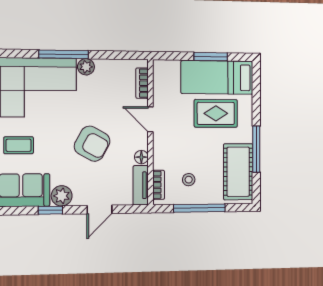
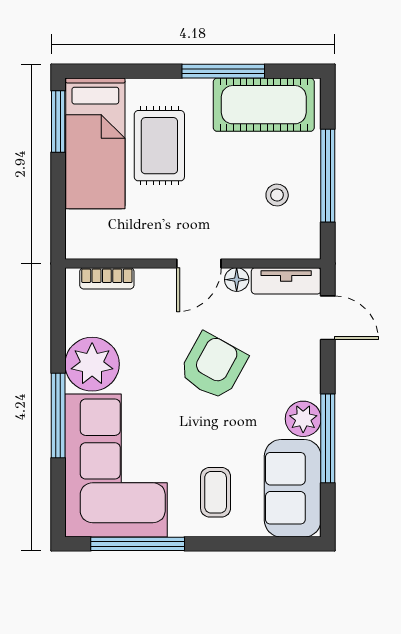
window: (211, 57) -> (58, 122), moved
plant: (86, 67) -> (92, 364), width x1.88, depth x1.88
door: (150, 119) -> (199, 263), moved
bookcase: (159, 185) -> (286, 249), removed
window: (50, 210) -> (328, 438), width x2.17
door: (100, 210) -> (328, 318), moved

